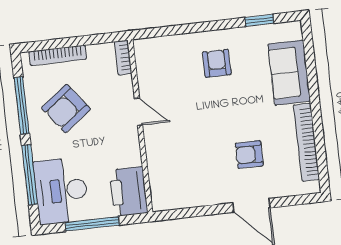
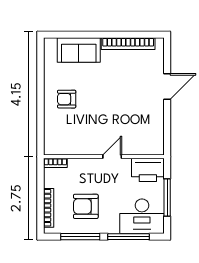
window: (259, 20) -> (41, 66), removed
armchair: (66, 109) -> (86, 206), turned 127
door: (138, 112) -> (112, 157), moved
armchair: (249, 154) -> (132, 84), removed

